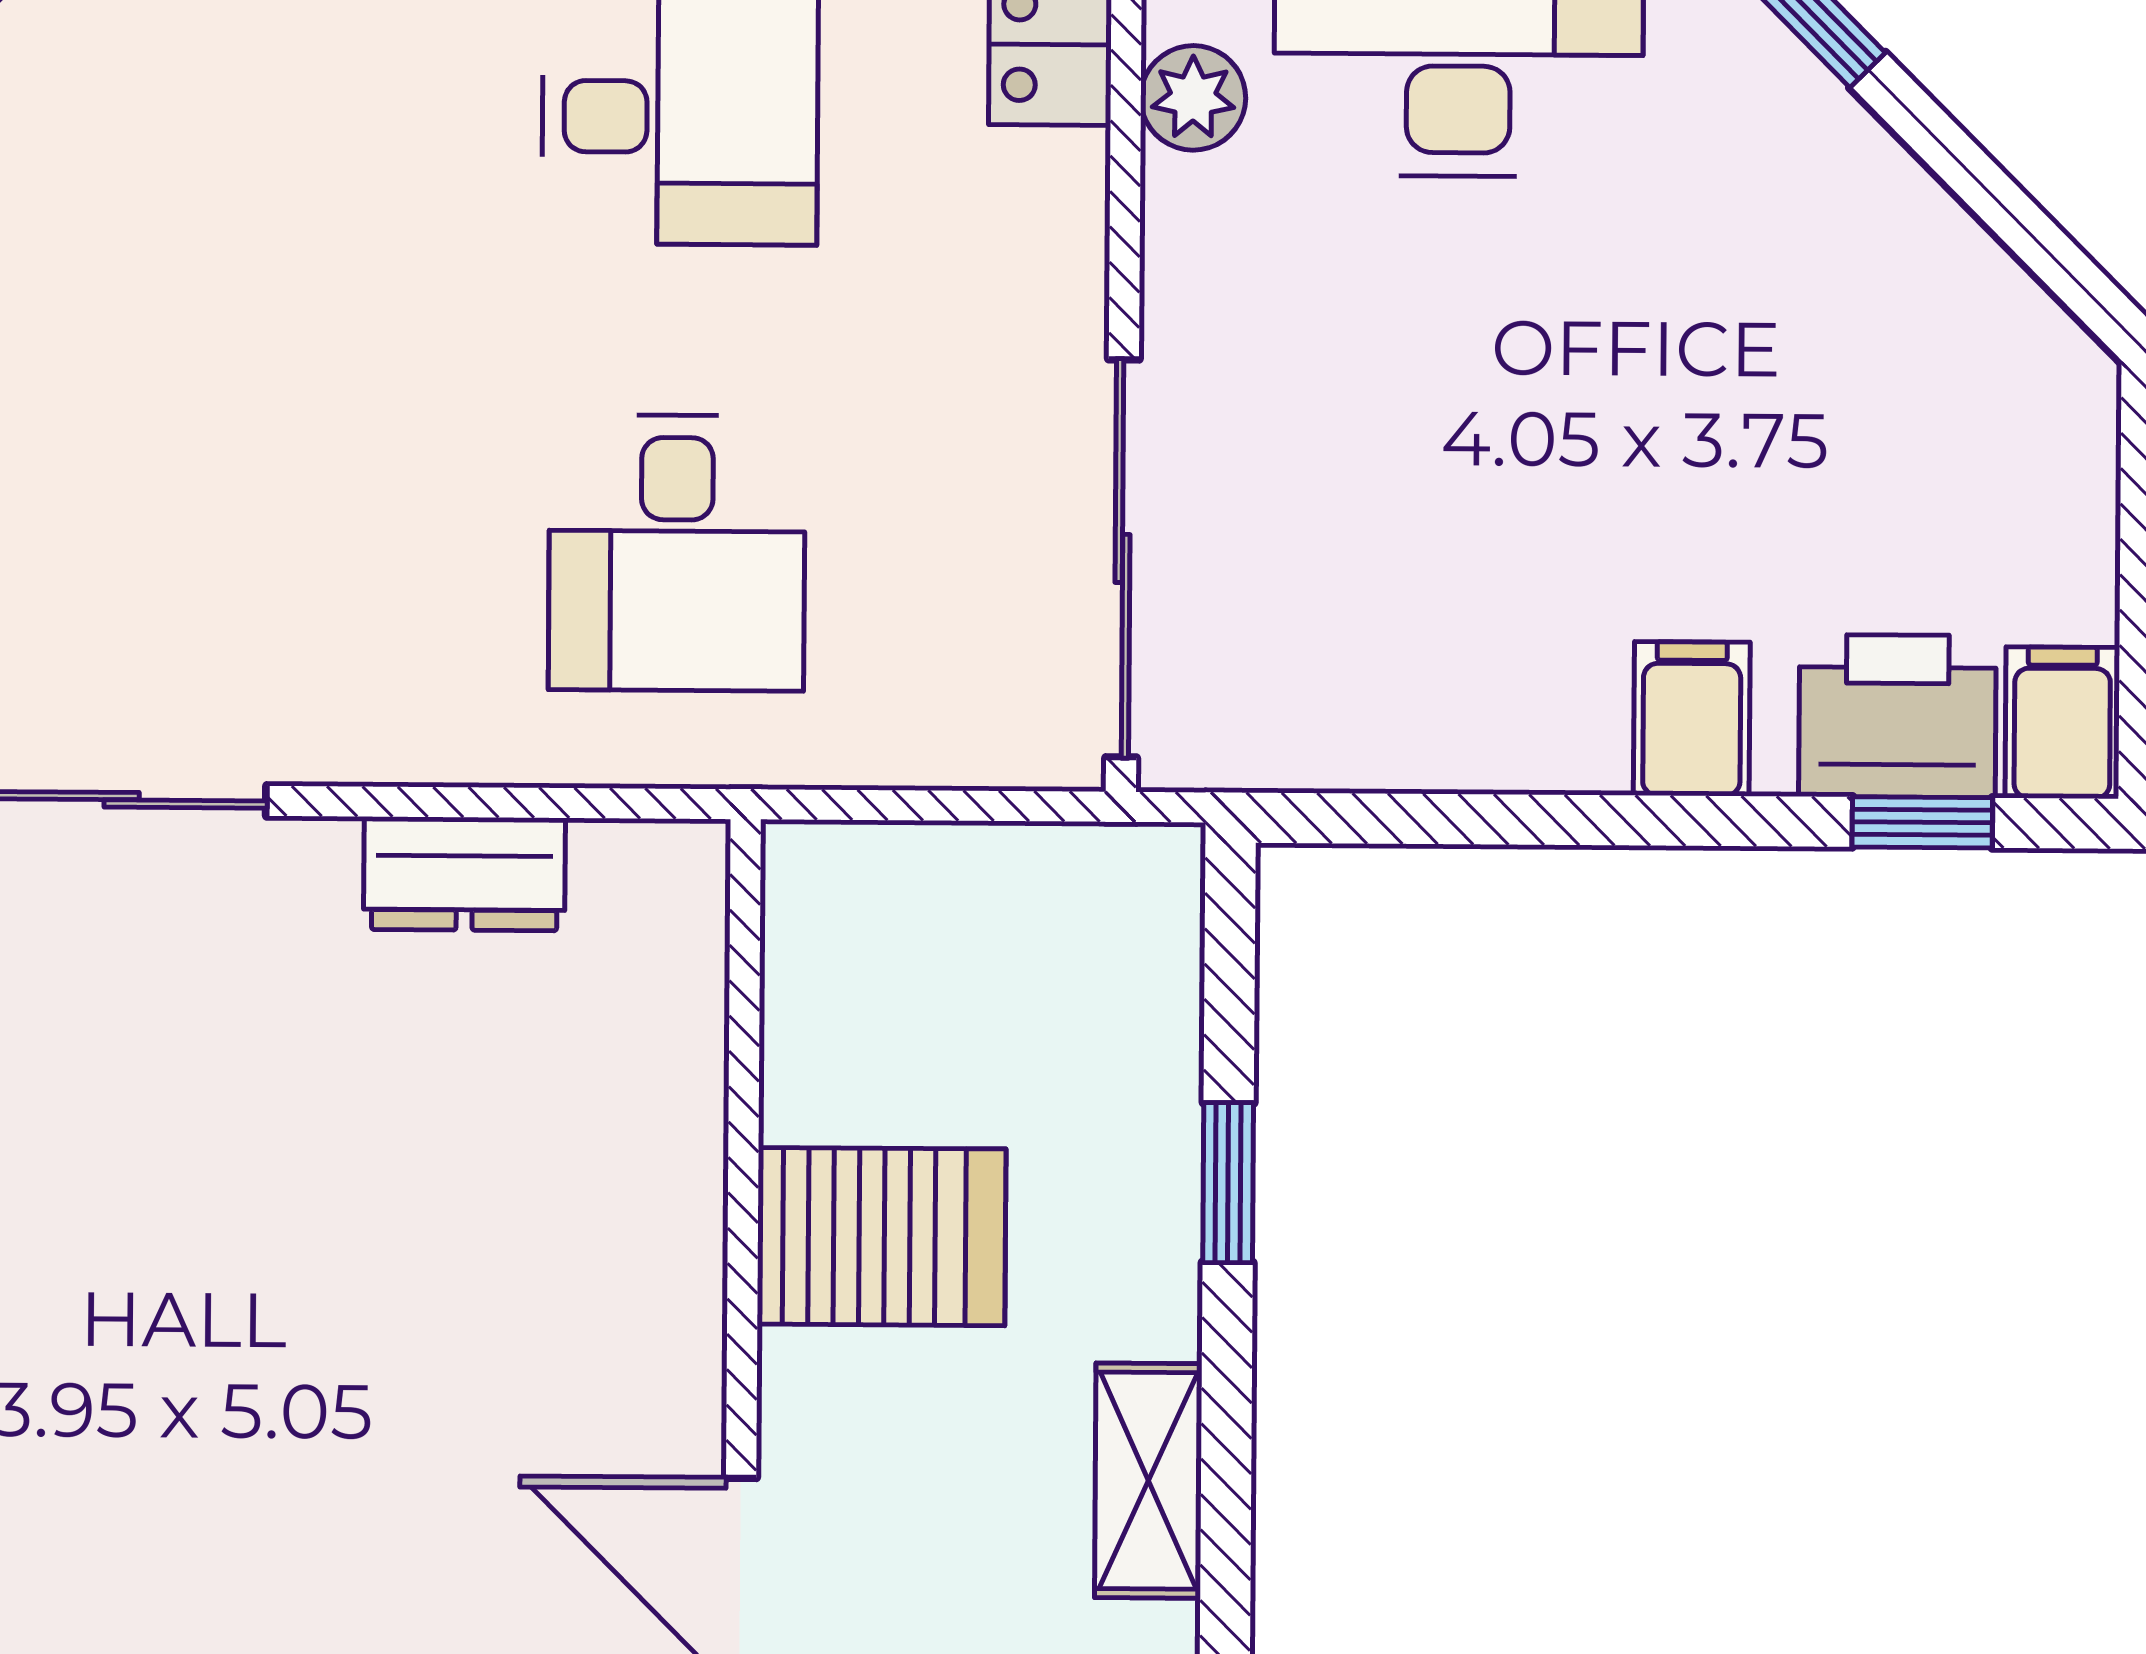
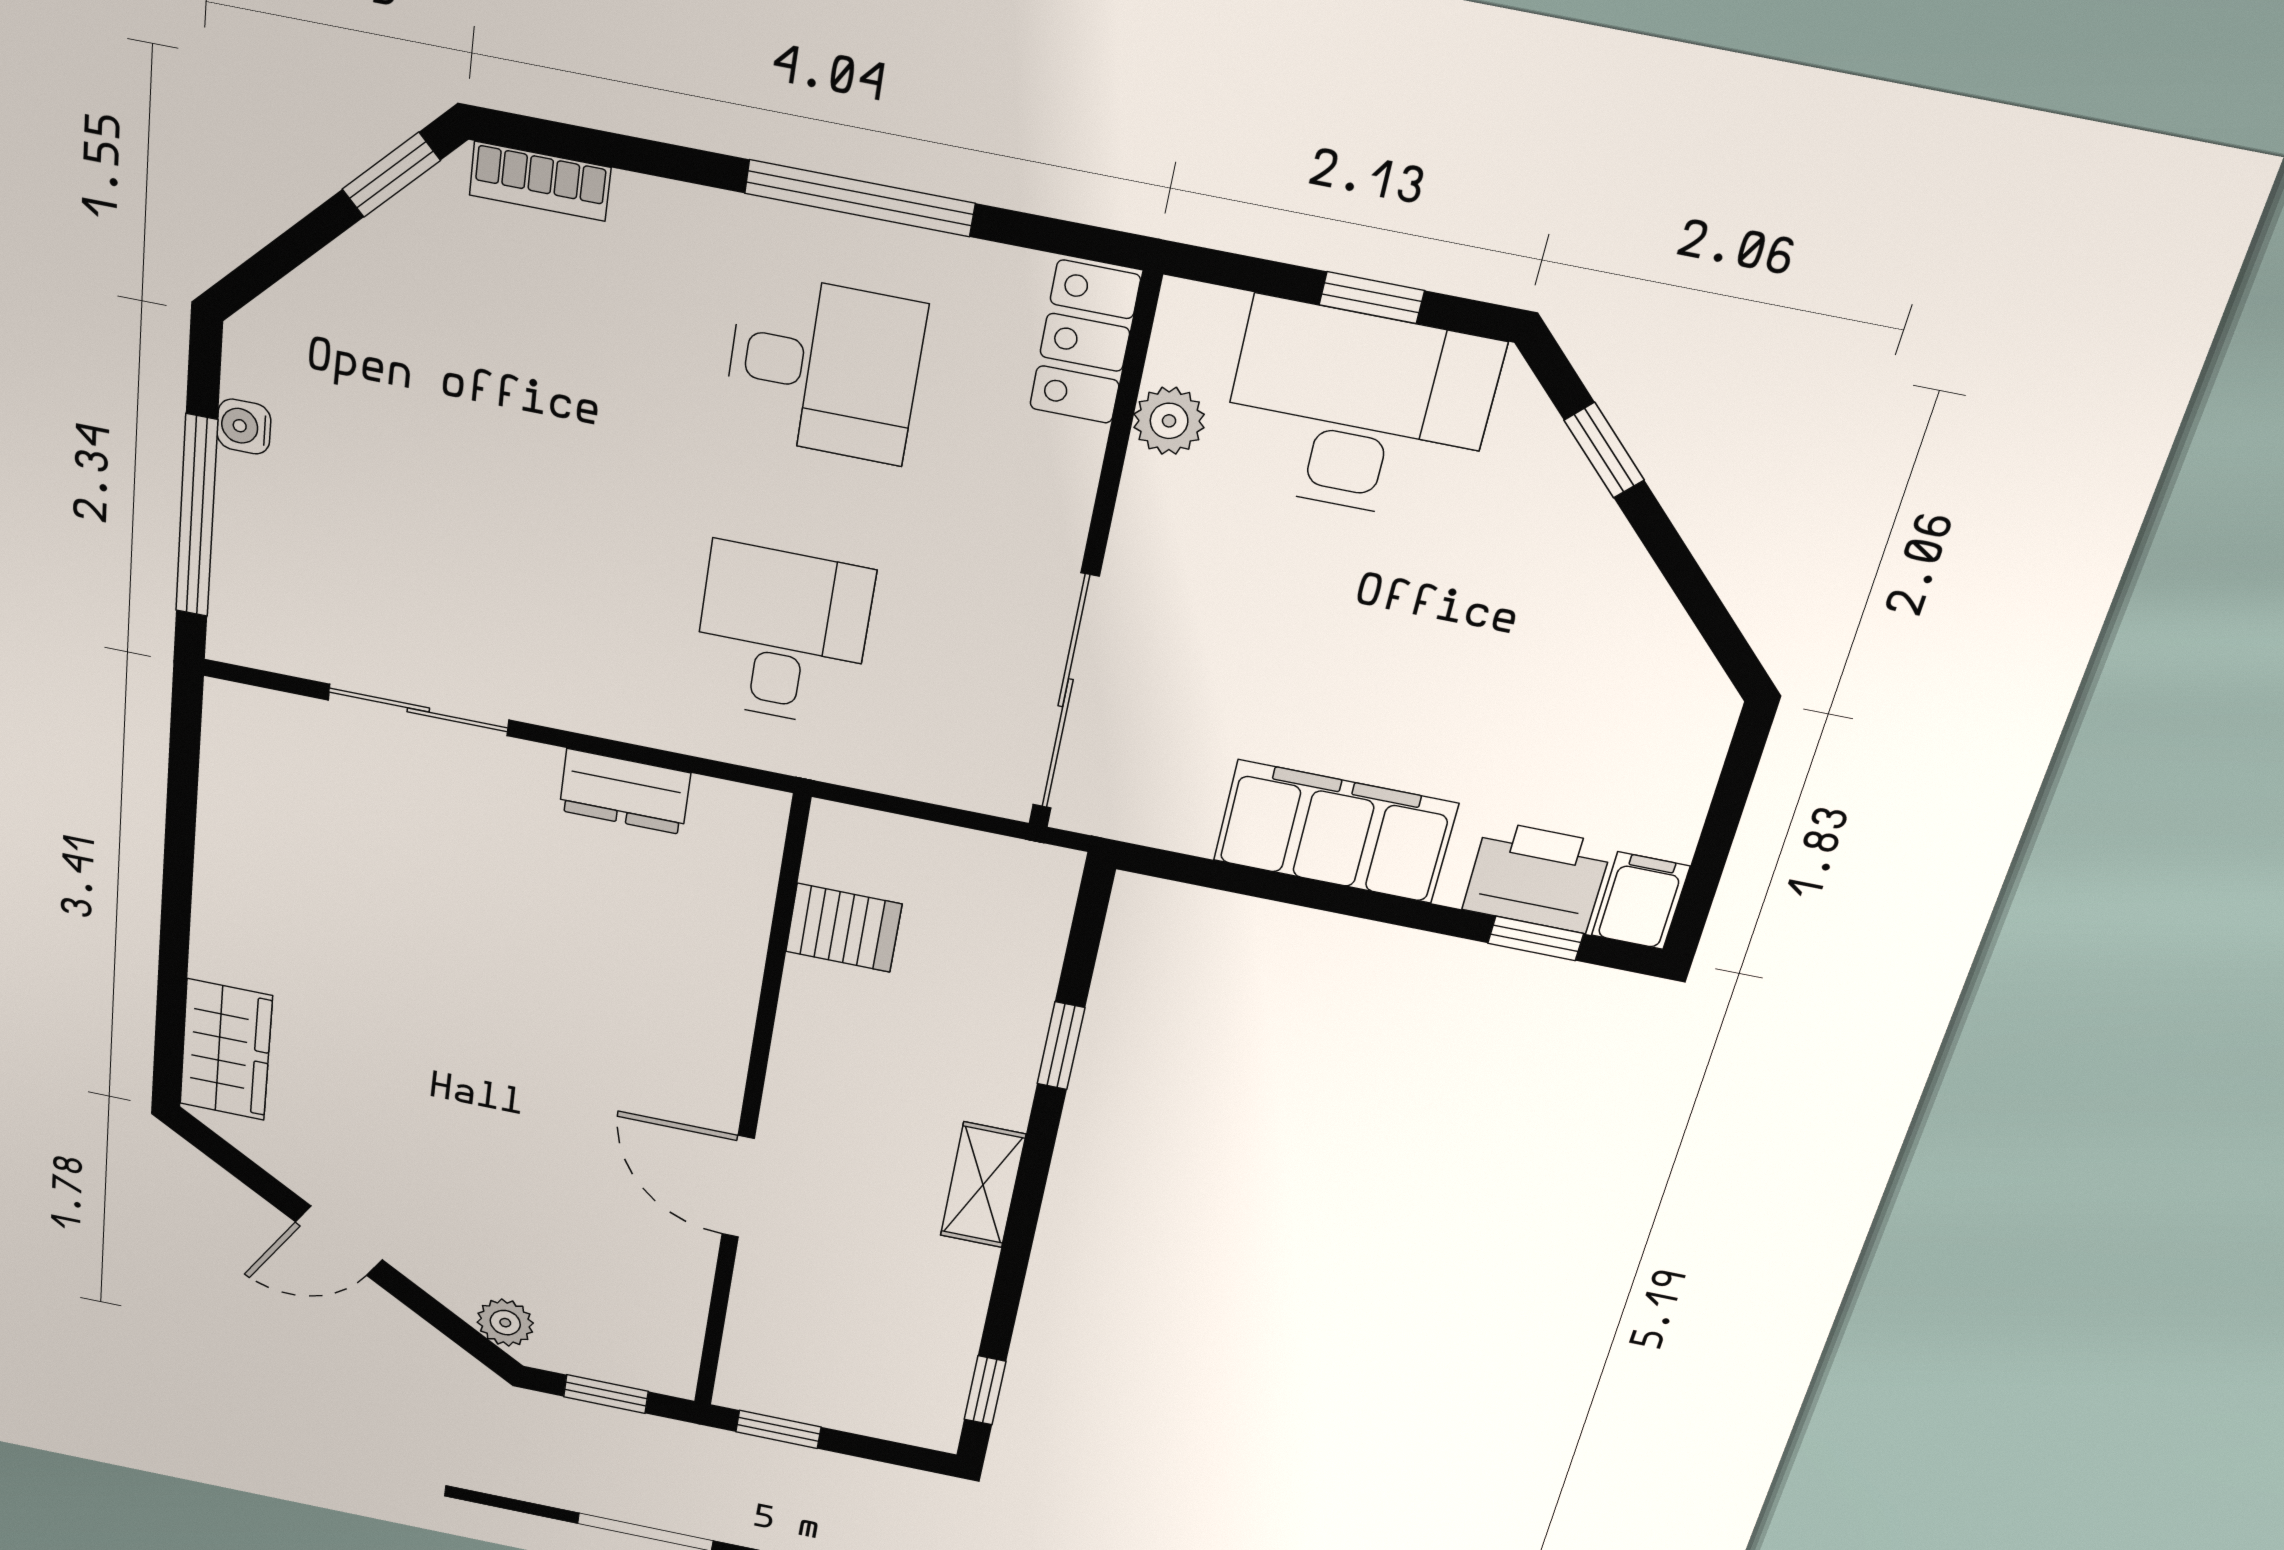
desk: (677, 553) -> (782, 635), turned 180
filing cabinet: (1692, 719) -> (1335, 832), width x3.00, depth x1.17
server rack: (881, 1237) -> (844, 928), moved, width x0.73, depth x0.70

